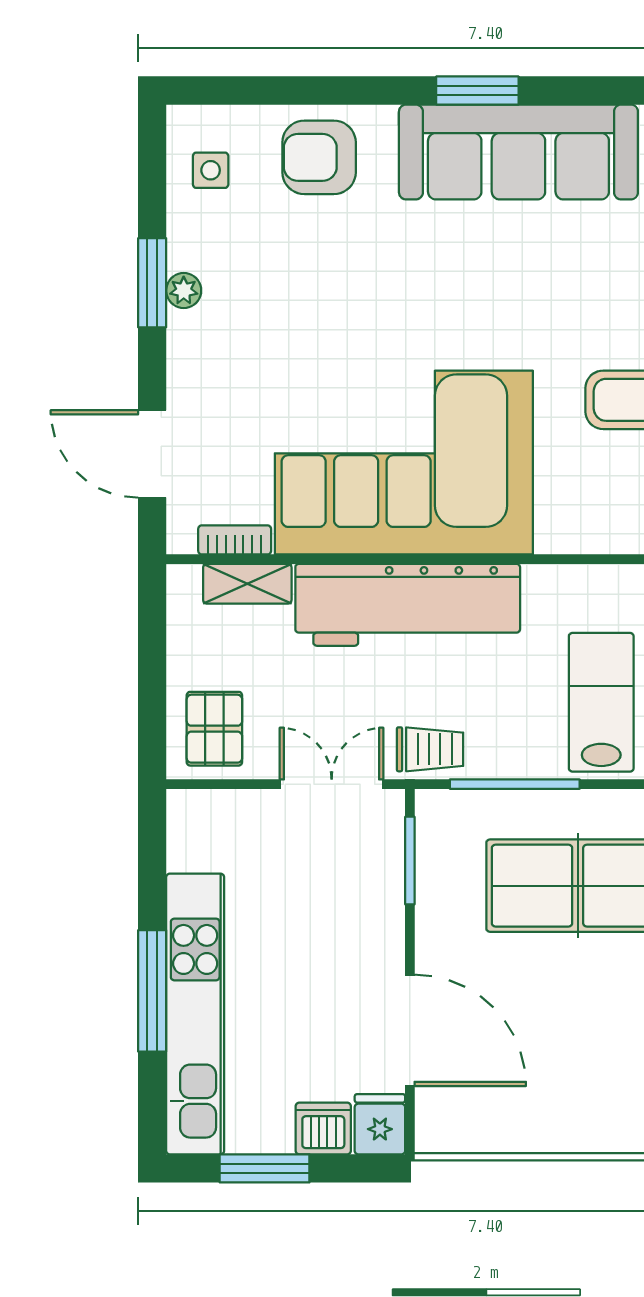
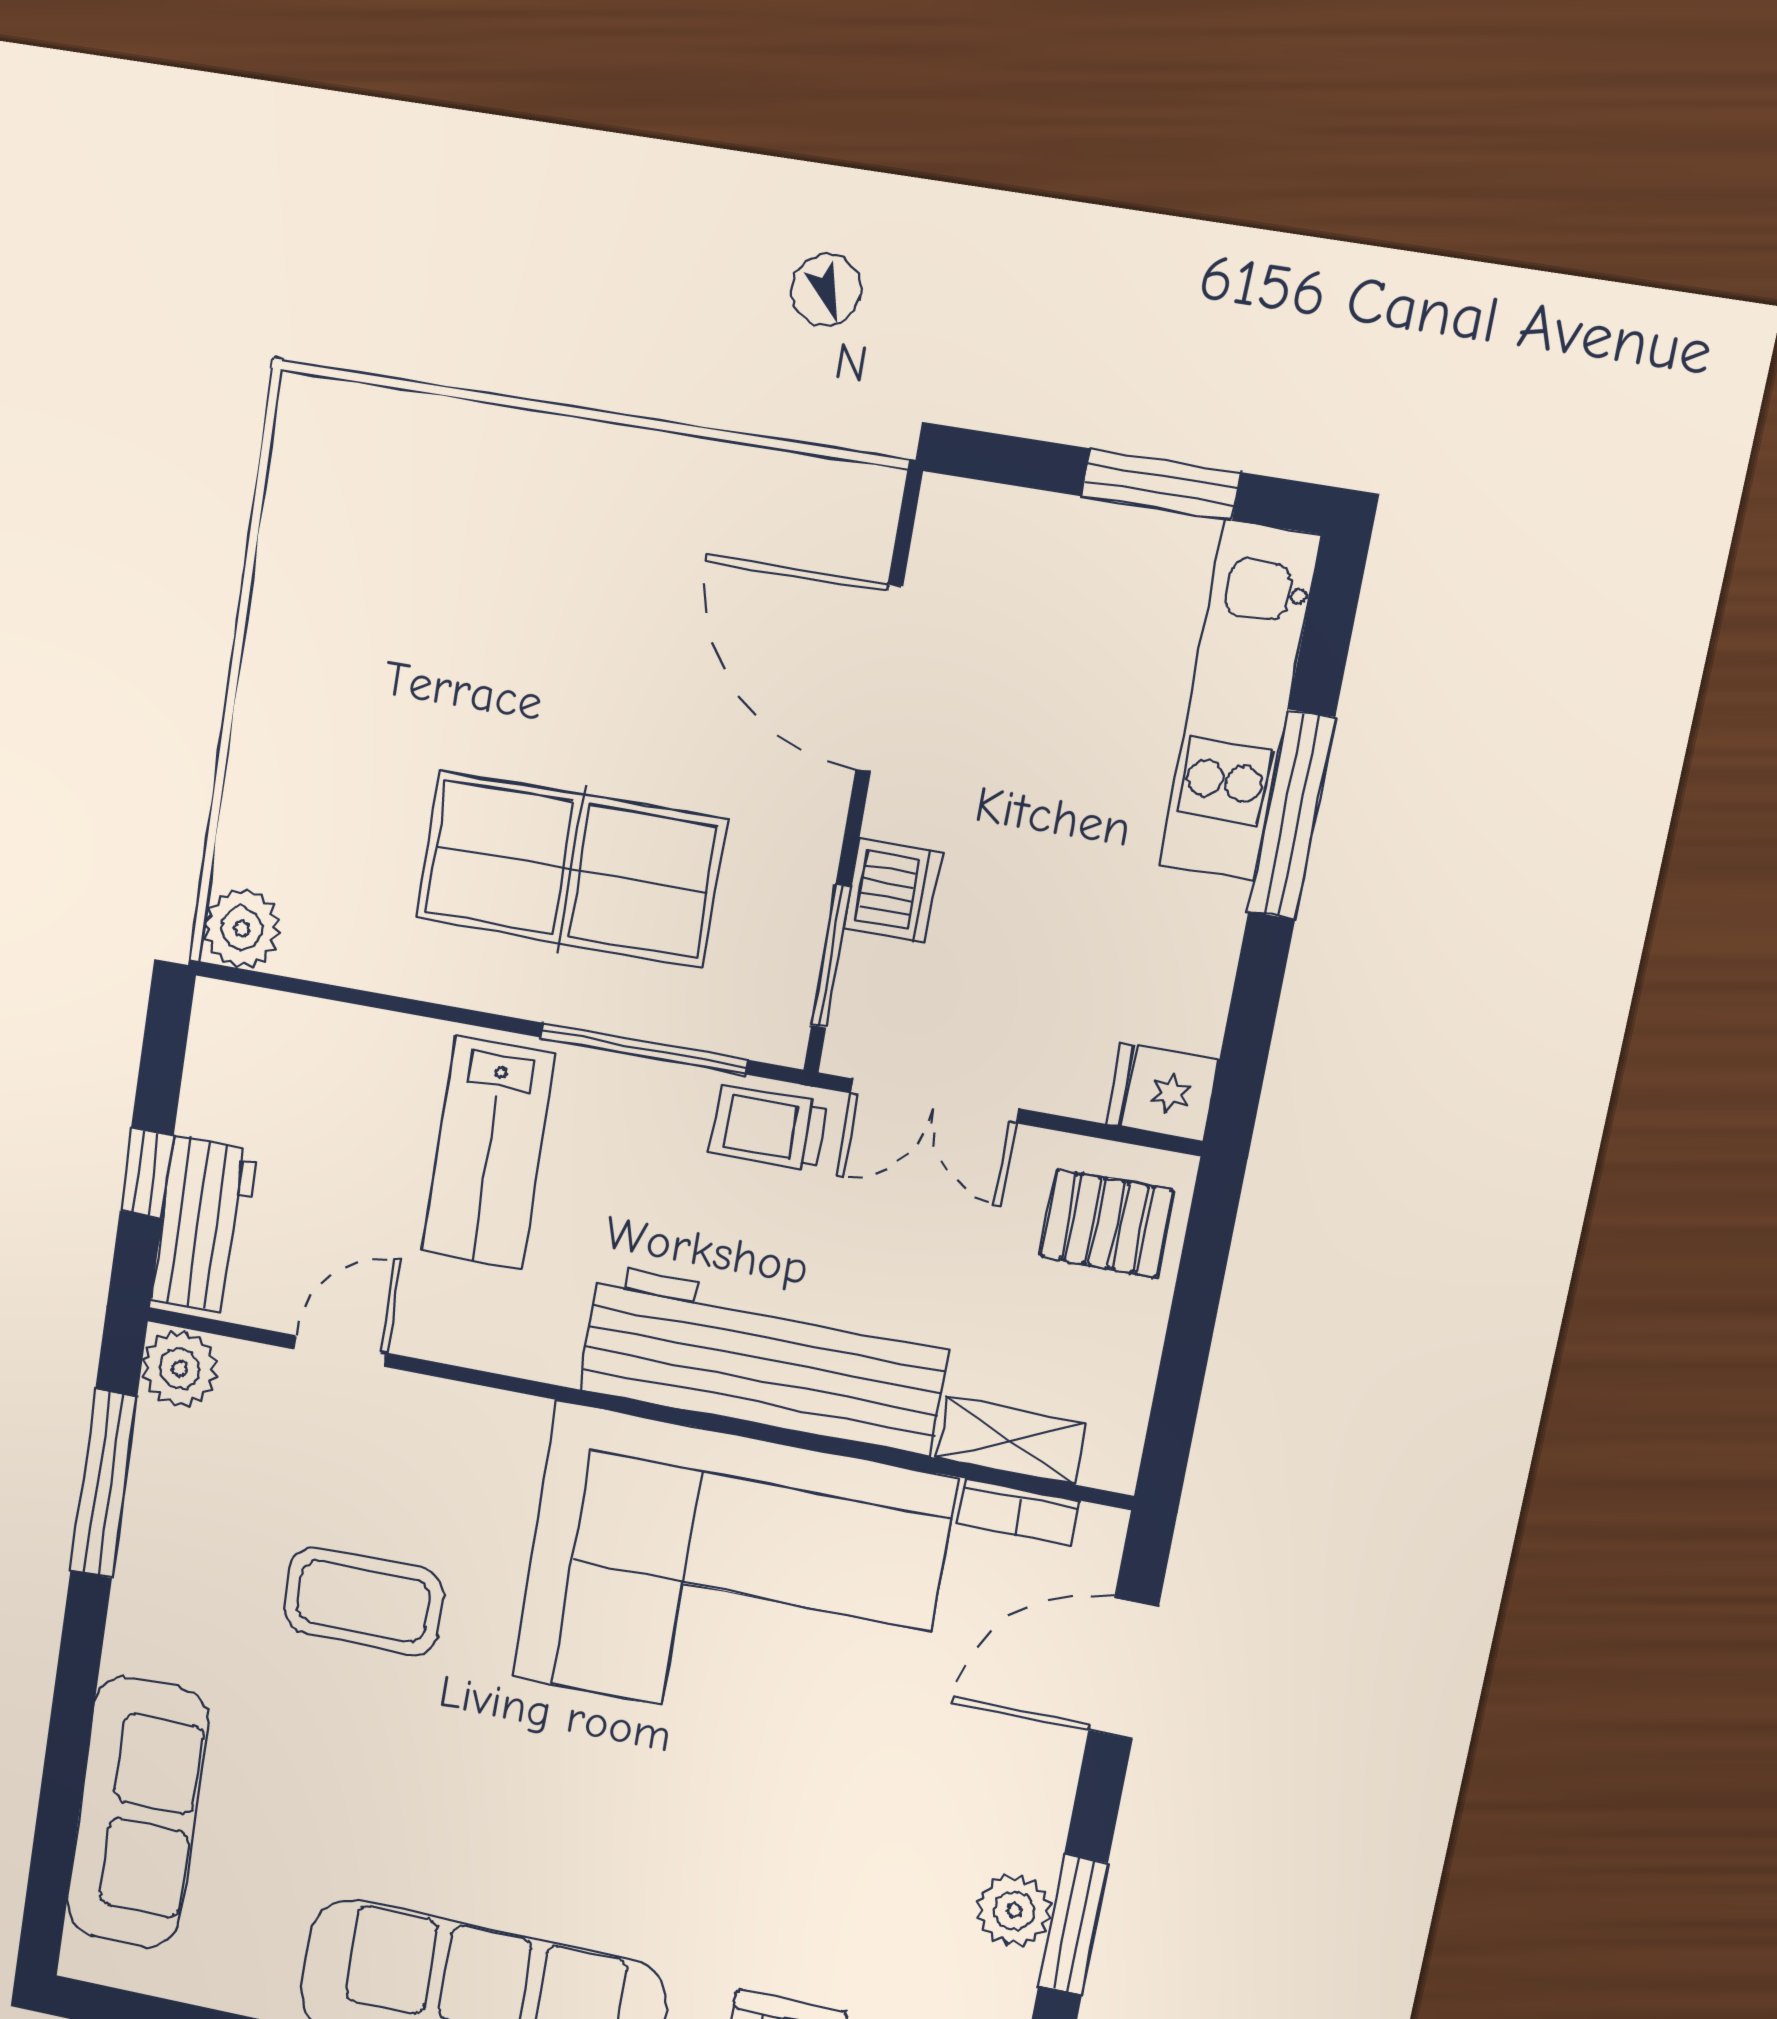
plant: (184, 291) -> (1014, 1911), width x1.38, depth x1.38
door: (152, 454) -> (1123, 1669), swing flipped
pallet: (214, 729) -> (1107, 1223), turned 90
kitchen unit: (195, 1014) -> (1240, 702), width x0.73
fridge: (380, 1124) -> (1162, 1092), moved, turned 90
dishwasher: (323, 1129) -> (893, 891), moved, turned -90

